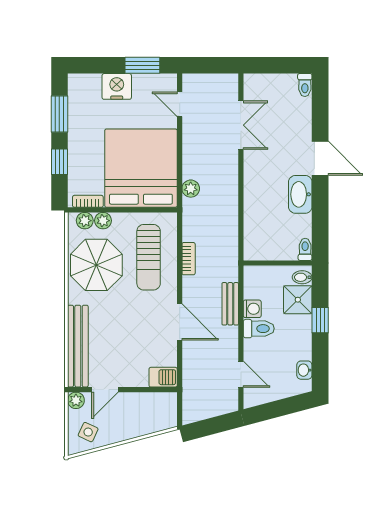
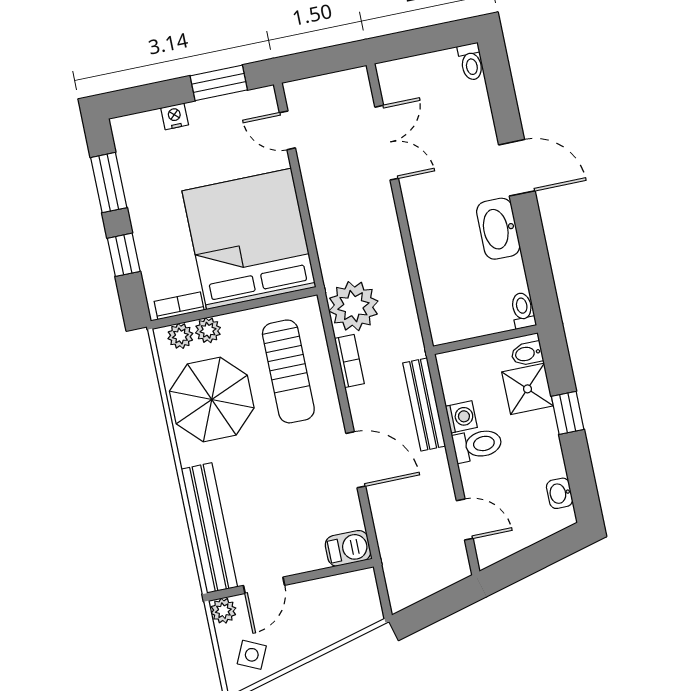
nightstand: (117, 86) -> (175, 116), width x0.53, depth x0.56
plant: (191, 189) -> (353, 306), moved, width x1.88, depth x1.88
bench: (230, 304) -> (424, 404), width x1.36

